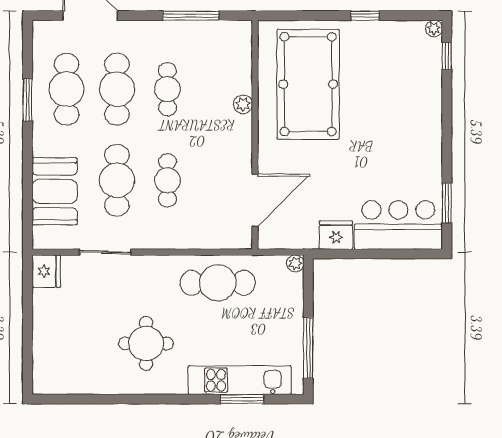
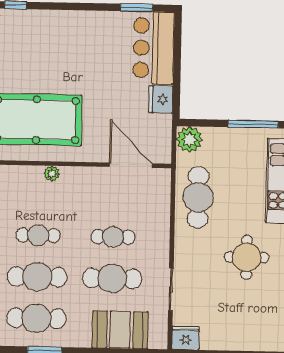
plant: (295, 263) -> (189, 140), width x1.88, depth x1.88

